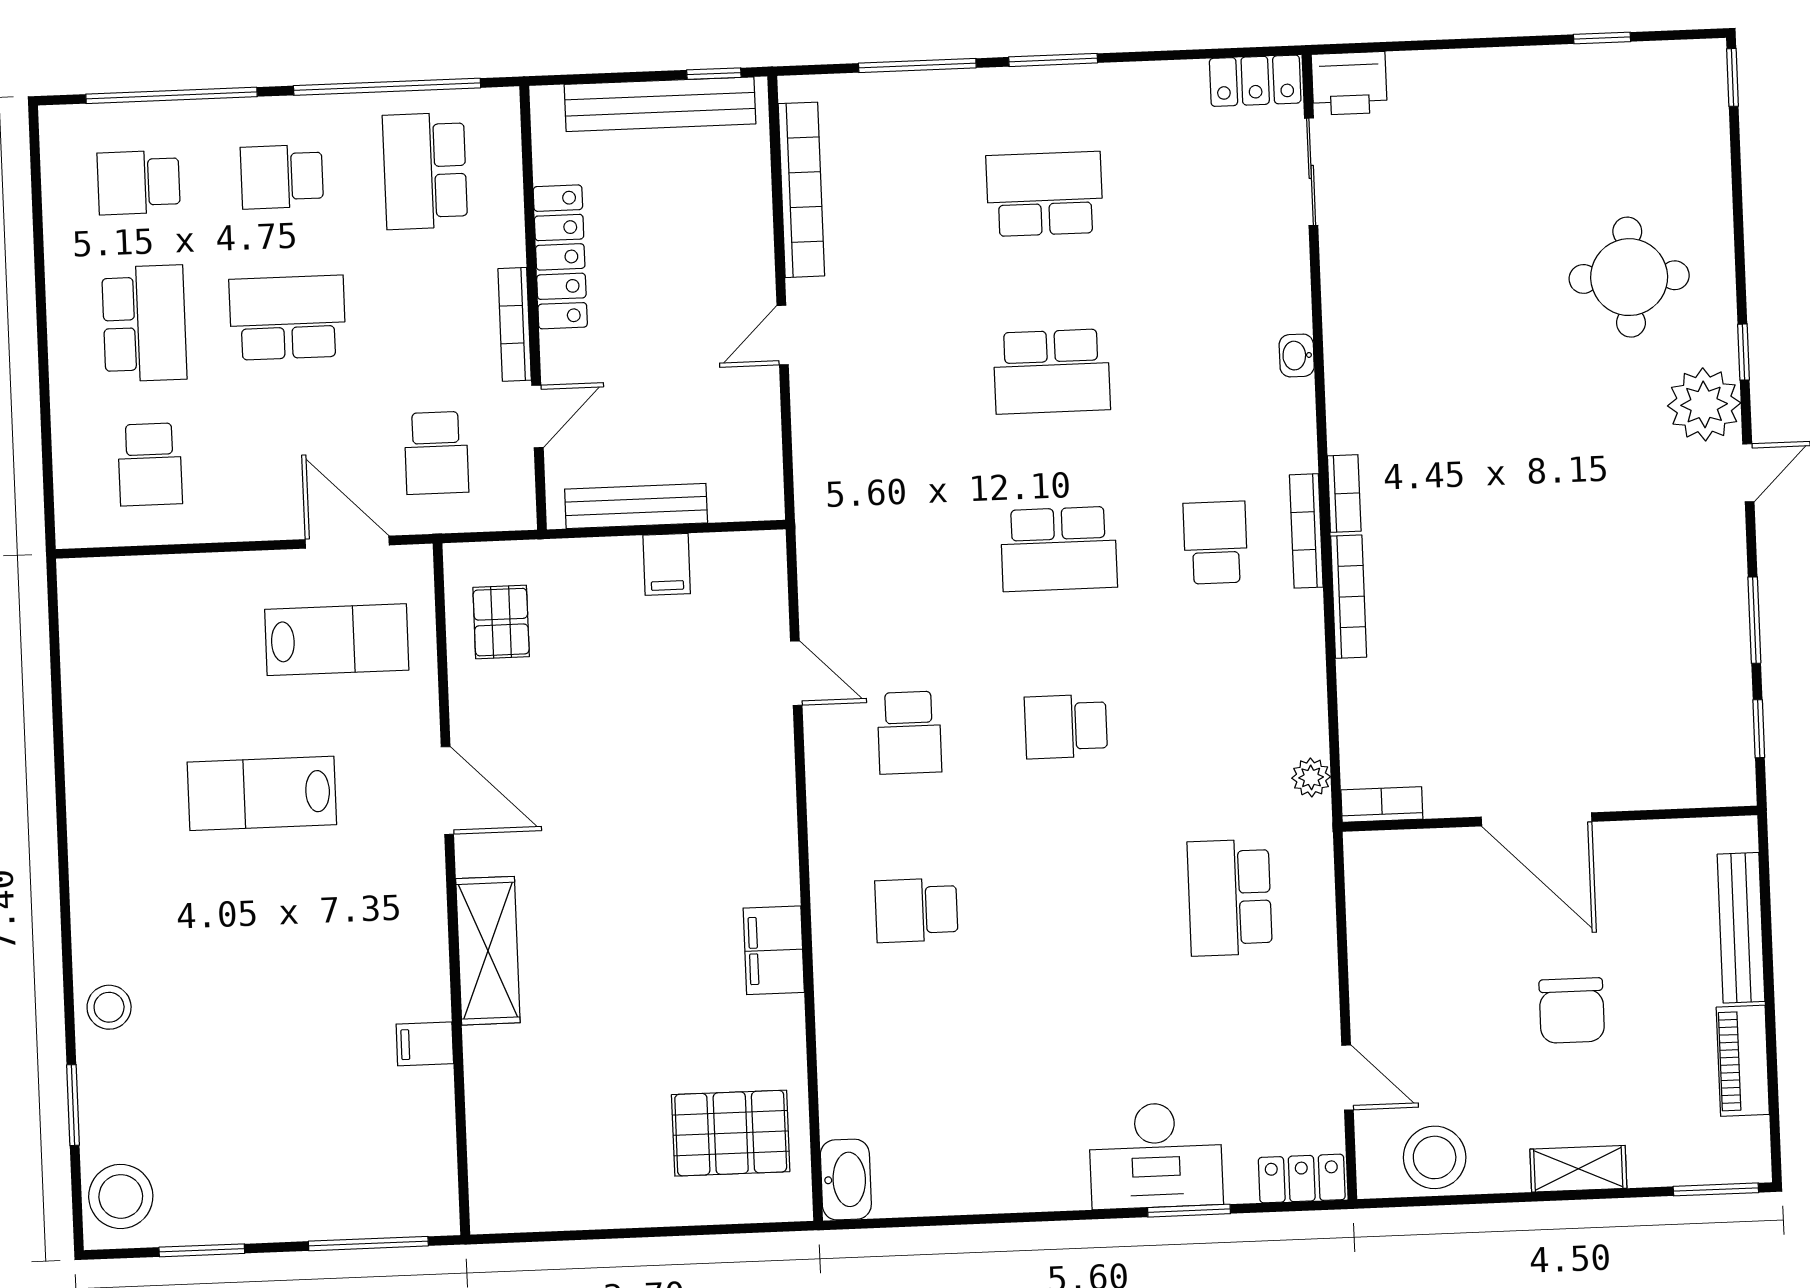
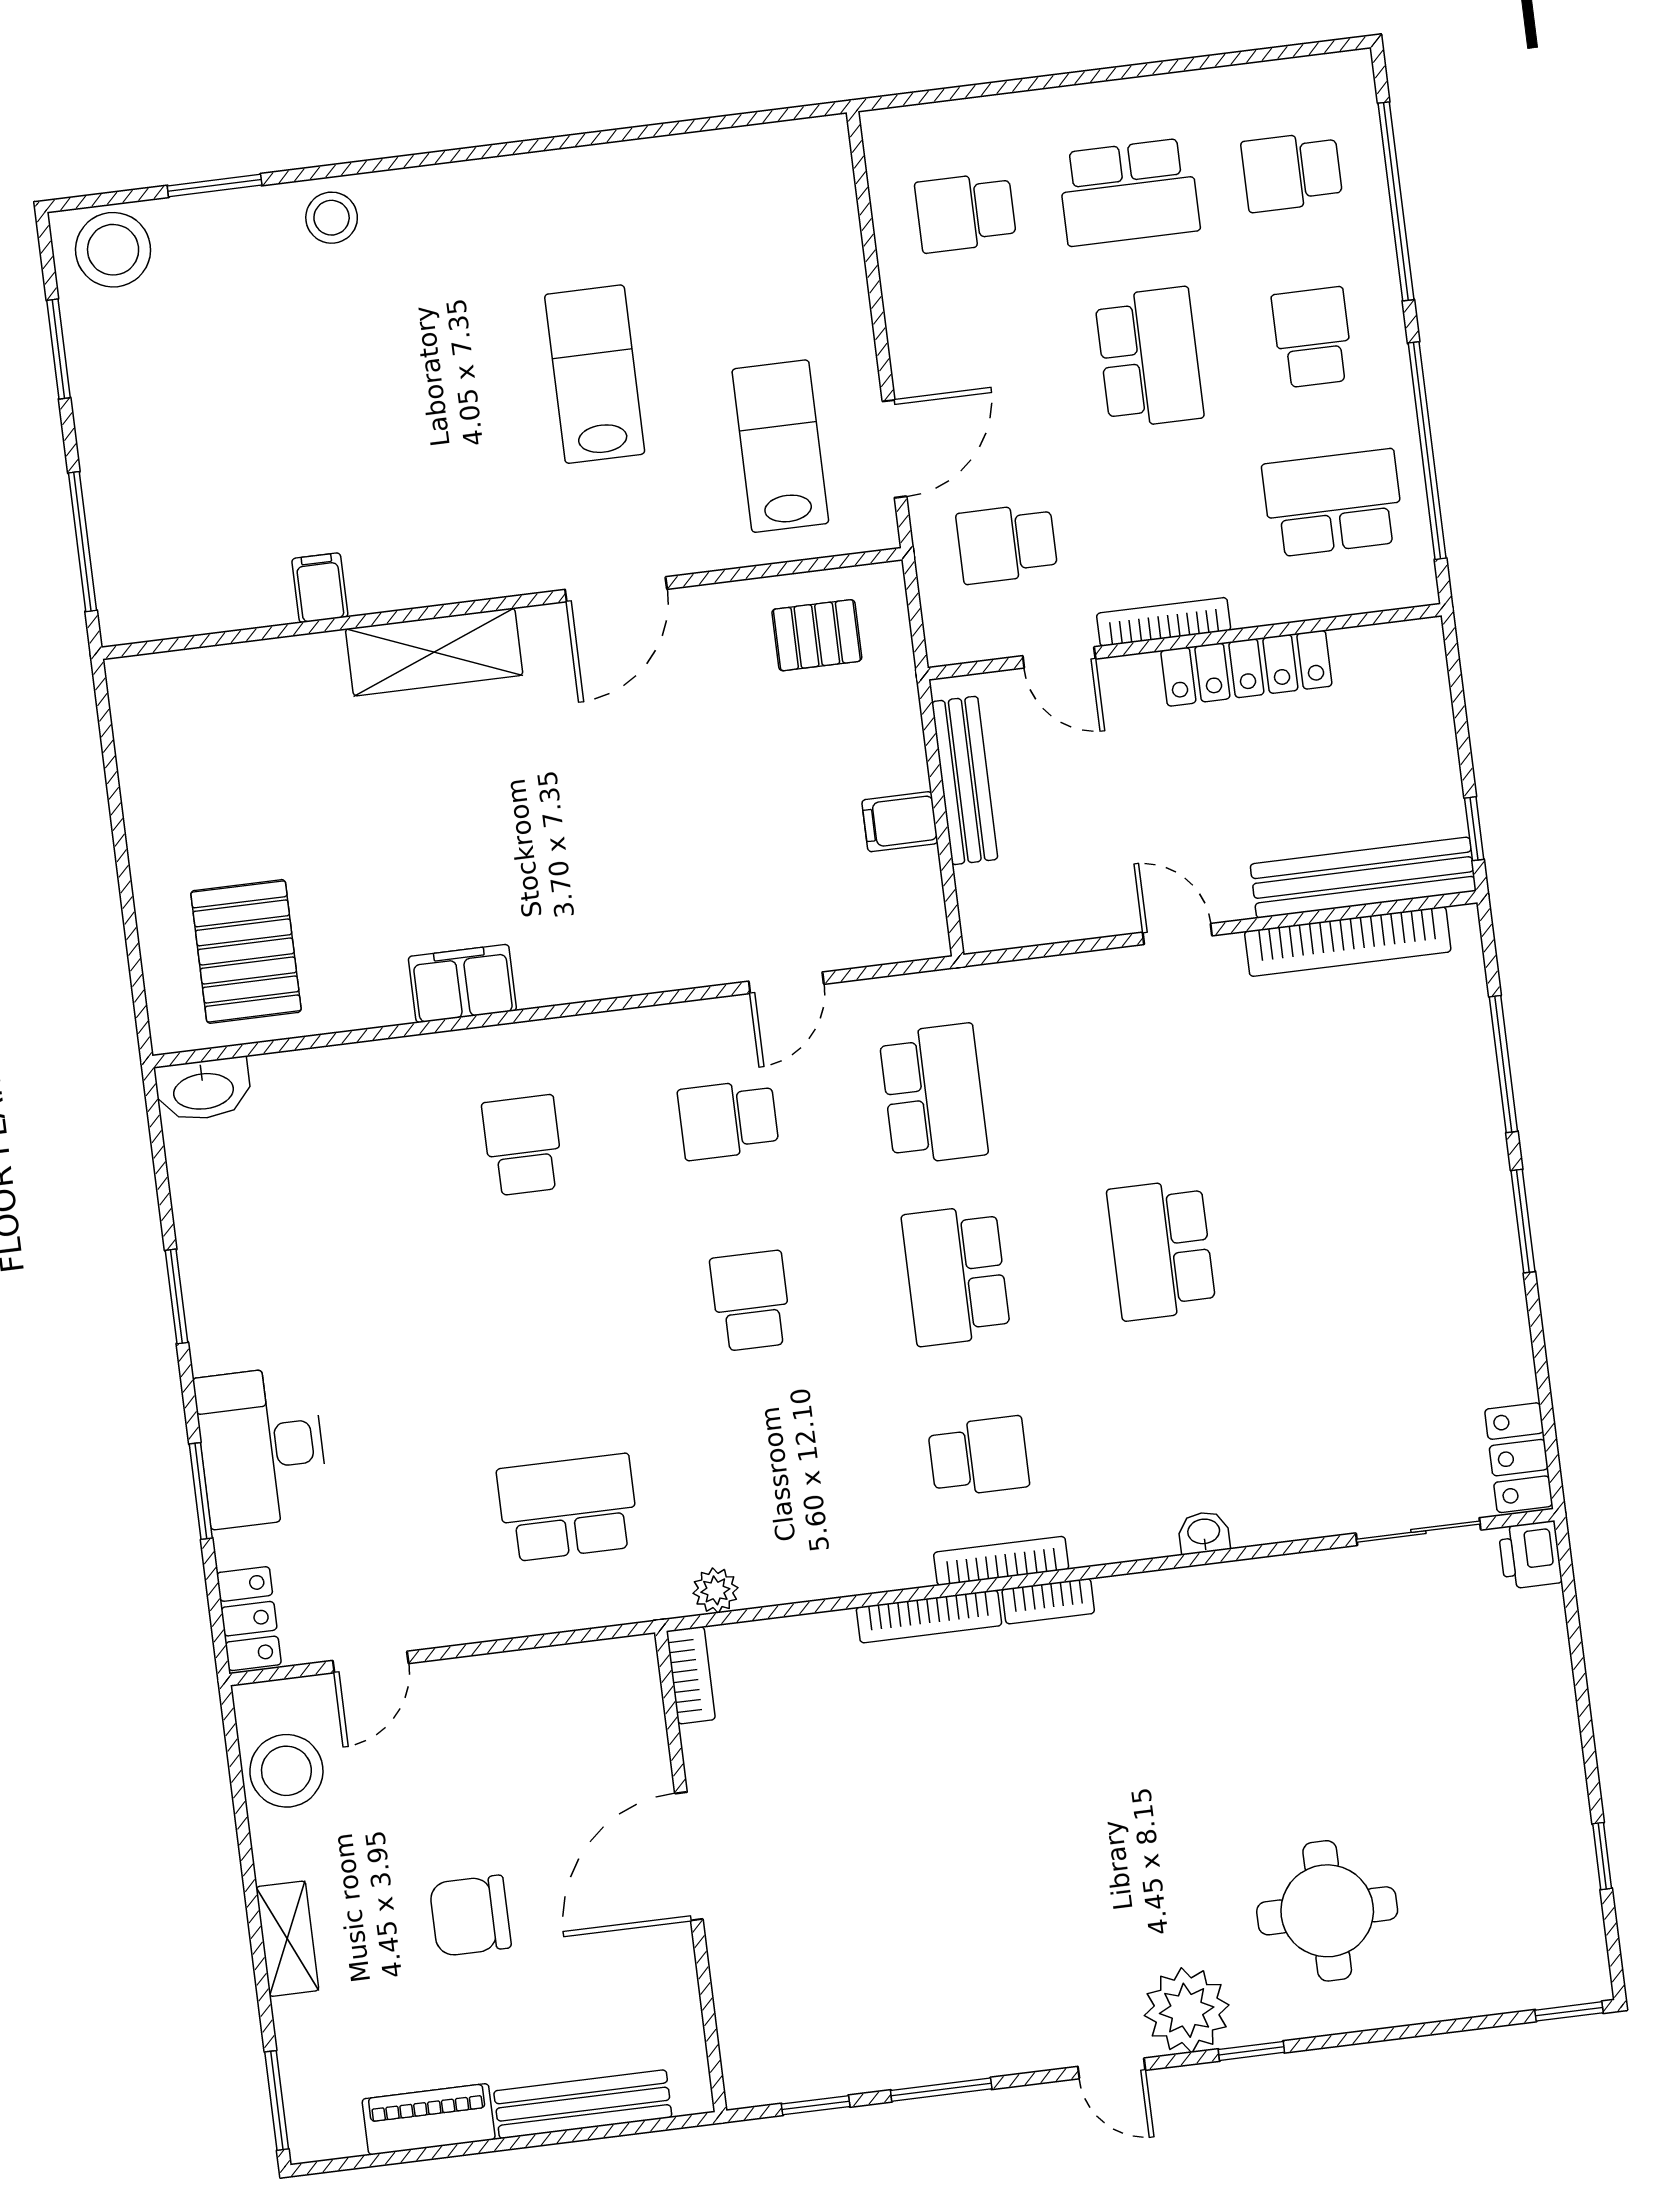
printer: (1349, 83) -> (1530, 1555), width x0.73, depth x0.81
bench: (660, 104) -> (1363, 878), moved, turned 90
school desk: (139, 182) -> (1292, 172), turned -90
school desk: (1045, 194) -> (933, 1094), moved
lab bench: (337, 640) -> (780, 446), turned 180
window: (1021, 1217) -> (176, 1296), added

